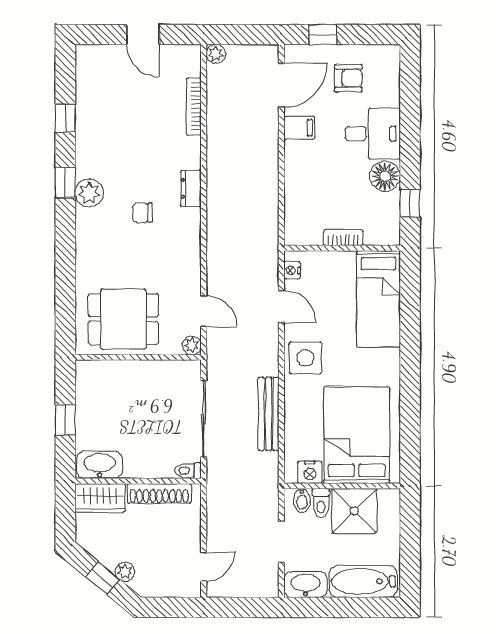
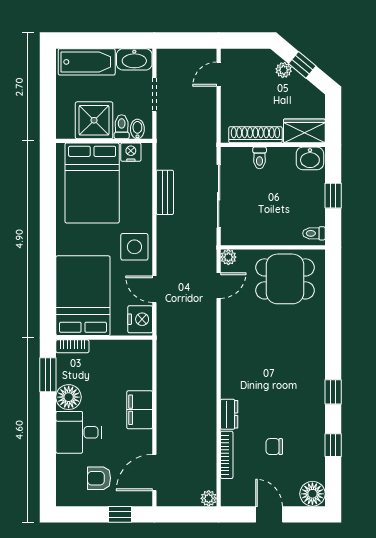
floor lamp: (90, 59) -> (312, 494), added
filing cabinet: (299, 128) -> (140, 410), moved, width x2.00
dresser: (191, 188) -> (229, 414), moved
plant: (89, 193) -> (313, 383), removed
window: (410, 203) -> (48, 375), width x1.50
chair: (142, 213) -> (274, 447), moved, turned 180
bookcase: (343, 238) -> (72, 346), moved
nightstand: (292, 270) -> (140, 319), width x1.89, depth x1.79
bed: (379, 299) -> (83, 296), width x1.50
door: (204, 311) -> (219, 286), swing flipped
toilet: (88, 374) -> (314, 233), added
bench: (269, 414) -> (165, 192), width x0.73
washbasin: (100, 465) -> (310, 158), width x0.72
toilet: (188, 471) -> (260, 158), moved, turned 90

